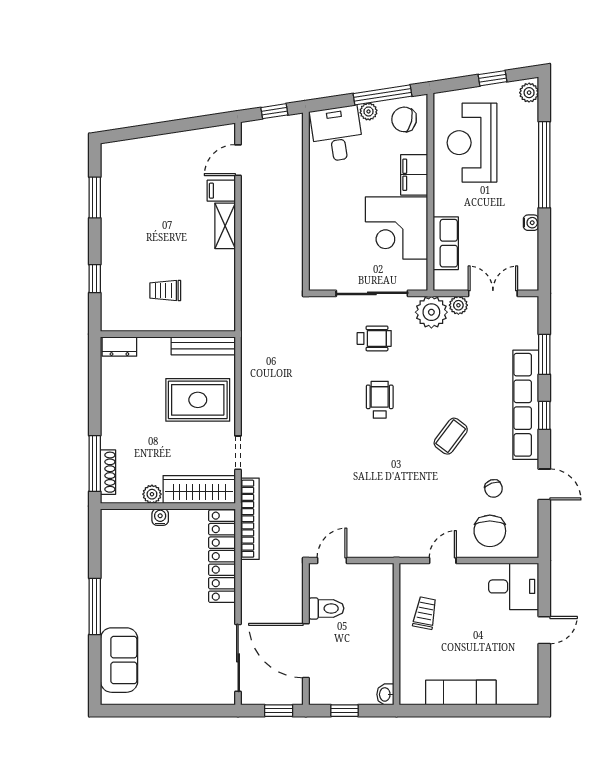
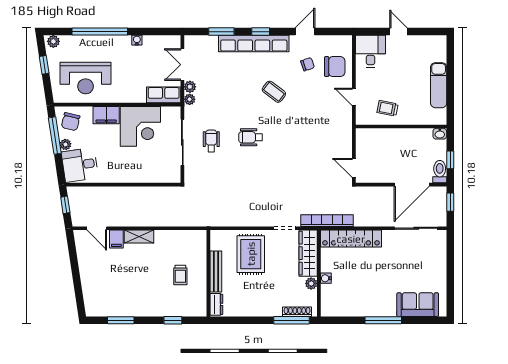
row of seats: (446, 243) -> (164, 95), moved
plant: (431, 312) -> (190, 99), width x0.53, depth x0.53
bench: (203, 346) -> (216, 272), moved
toilet: (326, 608) -> (440, 172), moved

